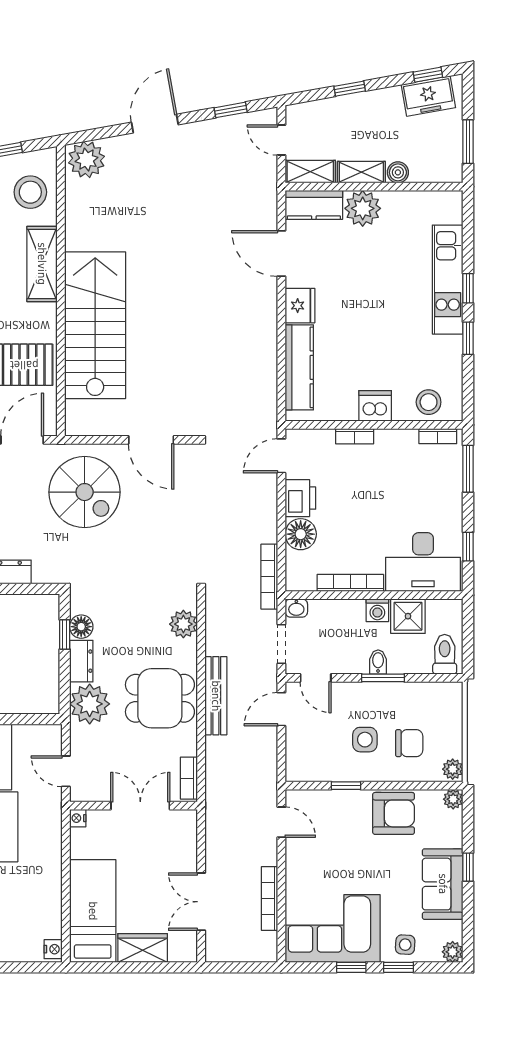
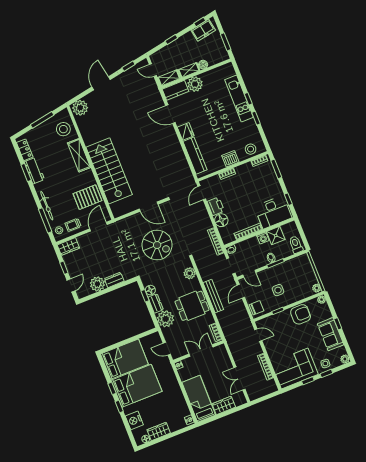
spiral stairs: (85, 492) -> (157, 245), moved
chair: (409, 743) -> (256, 308), moved

